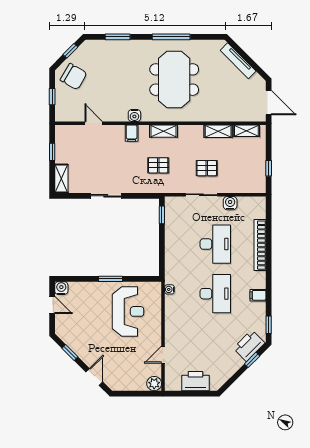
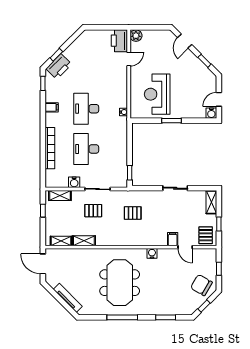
shelving: (163, 131) -> (60, 195), moved
filing cabinet: (132, 133) -> (173, 239), moved
pallet: (68, 138) -> (206, 235), added
door: (52, 305) -> (219, 99), hinge flipped
printer: (195, 381) -> (119, 41), moved, turned 90

